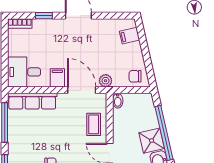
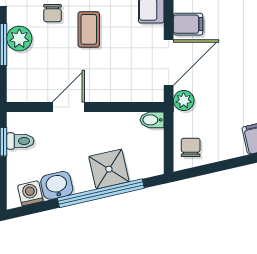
coffee table: (94, 124) -> (89, 29), moved, turned 90
shower: (152, 141) -> (109, 169), moved

